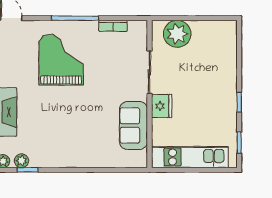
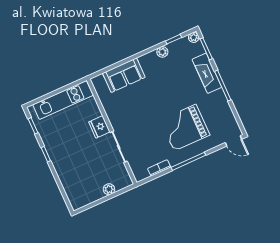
plant: (177, 34) -> (109, 189), width x0.53, depth x0.53
grand piano: (61, 60) -> (185, 128), turned 90
sofa: (133, 125) -> (124, 75), moved, turned 90
plant: (21, 161) -> (162, 52), moved

